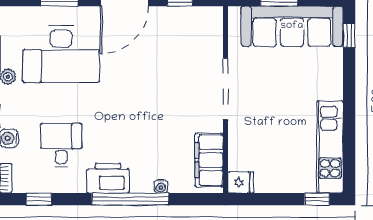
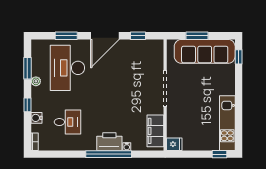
desk: (61, 54) -> (67, 68), turned 90
desk: (61, 145) -> (67, 122), turned 90
printer: (108, 178) -> (109, 142), moved
window: (39, 199) -> (54, 154), removed

